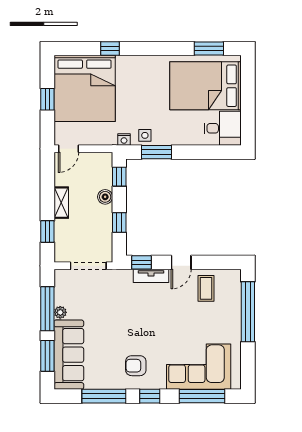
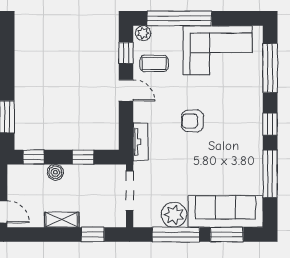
window: (142, 262) -> (126, 53), moved
tv unit: (151, 276) -> (141, 142), moved
plant: (234, 278) -> (143, 33), added
plant: (60, 312) -> (174, 215), width x1.87, depth x1.87
armchair: (136, 366) -> (192, 121), moved, turned 90
corner sofa: (199, 367) -> (218, 50), moved, turned -90

